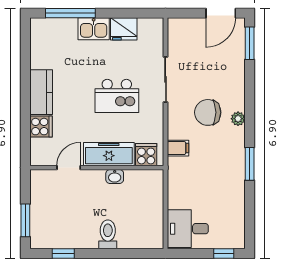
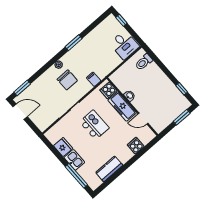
kitchen counter: (41, 92) -> (109, 169), moved
toilet: (108, 234) -> (144, 62), moved

